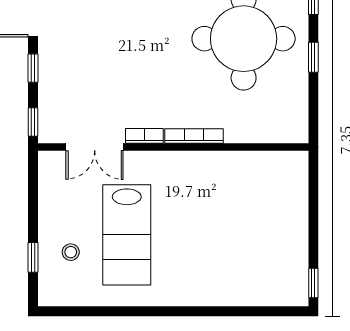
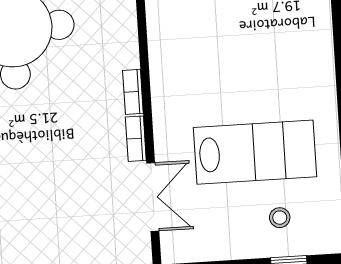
bookcase: (194, 136) -> (133, 92), width x0.64

